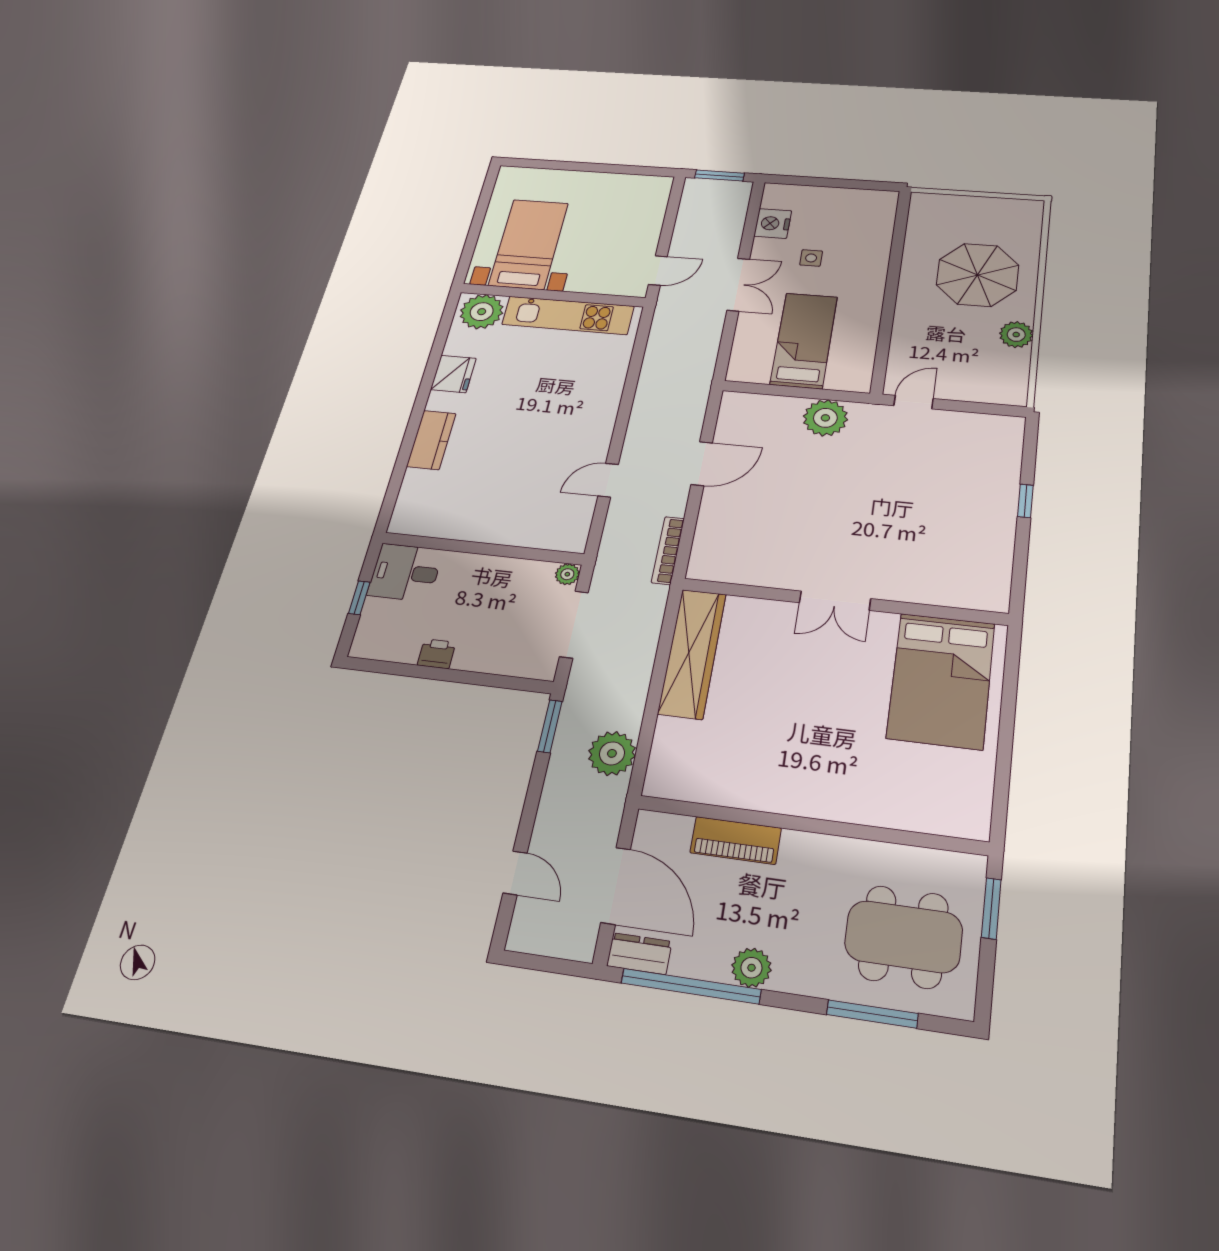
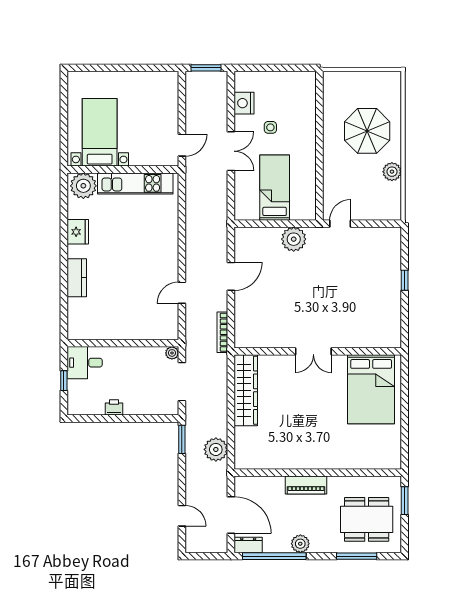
piano: (736, 840) -> (306, 485), moved

